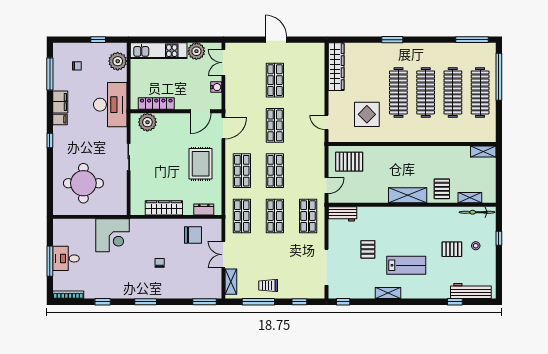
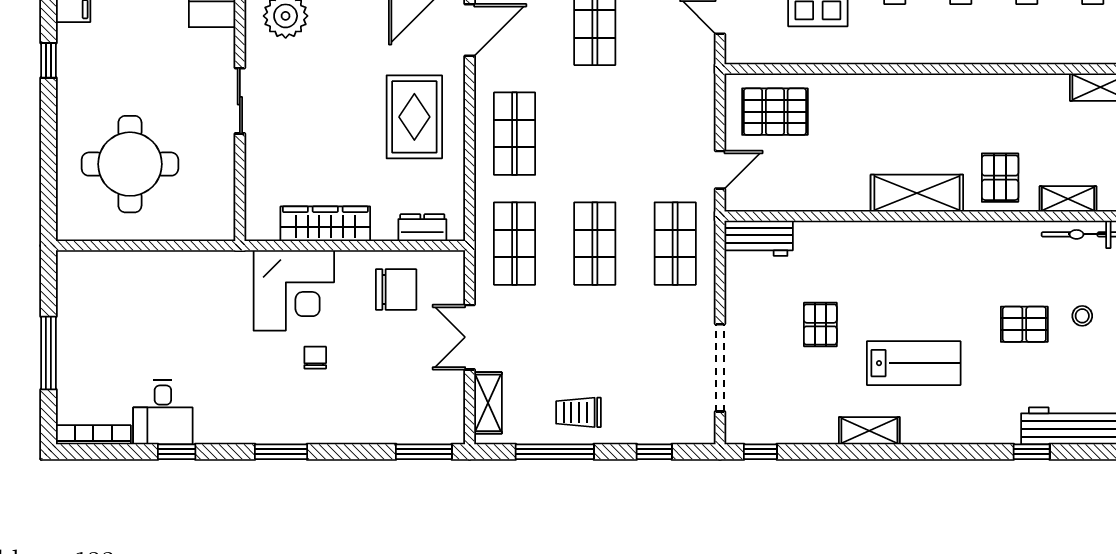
shop shelf: (275, 171) -> (595, 134), removed
corner desk: (112, 235) -> (294, 290), moved
desk: (66, 258) -> (163, 412), moved, turned -90

